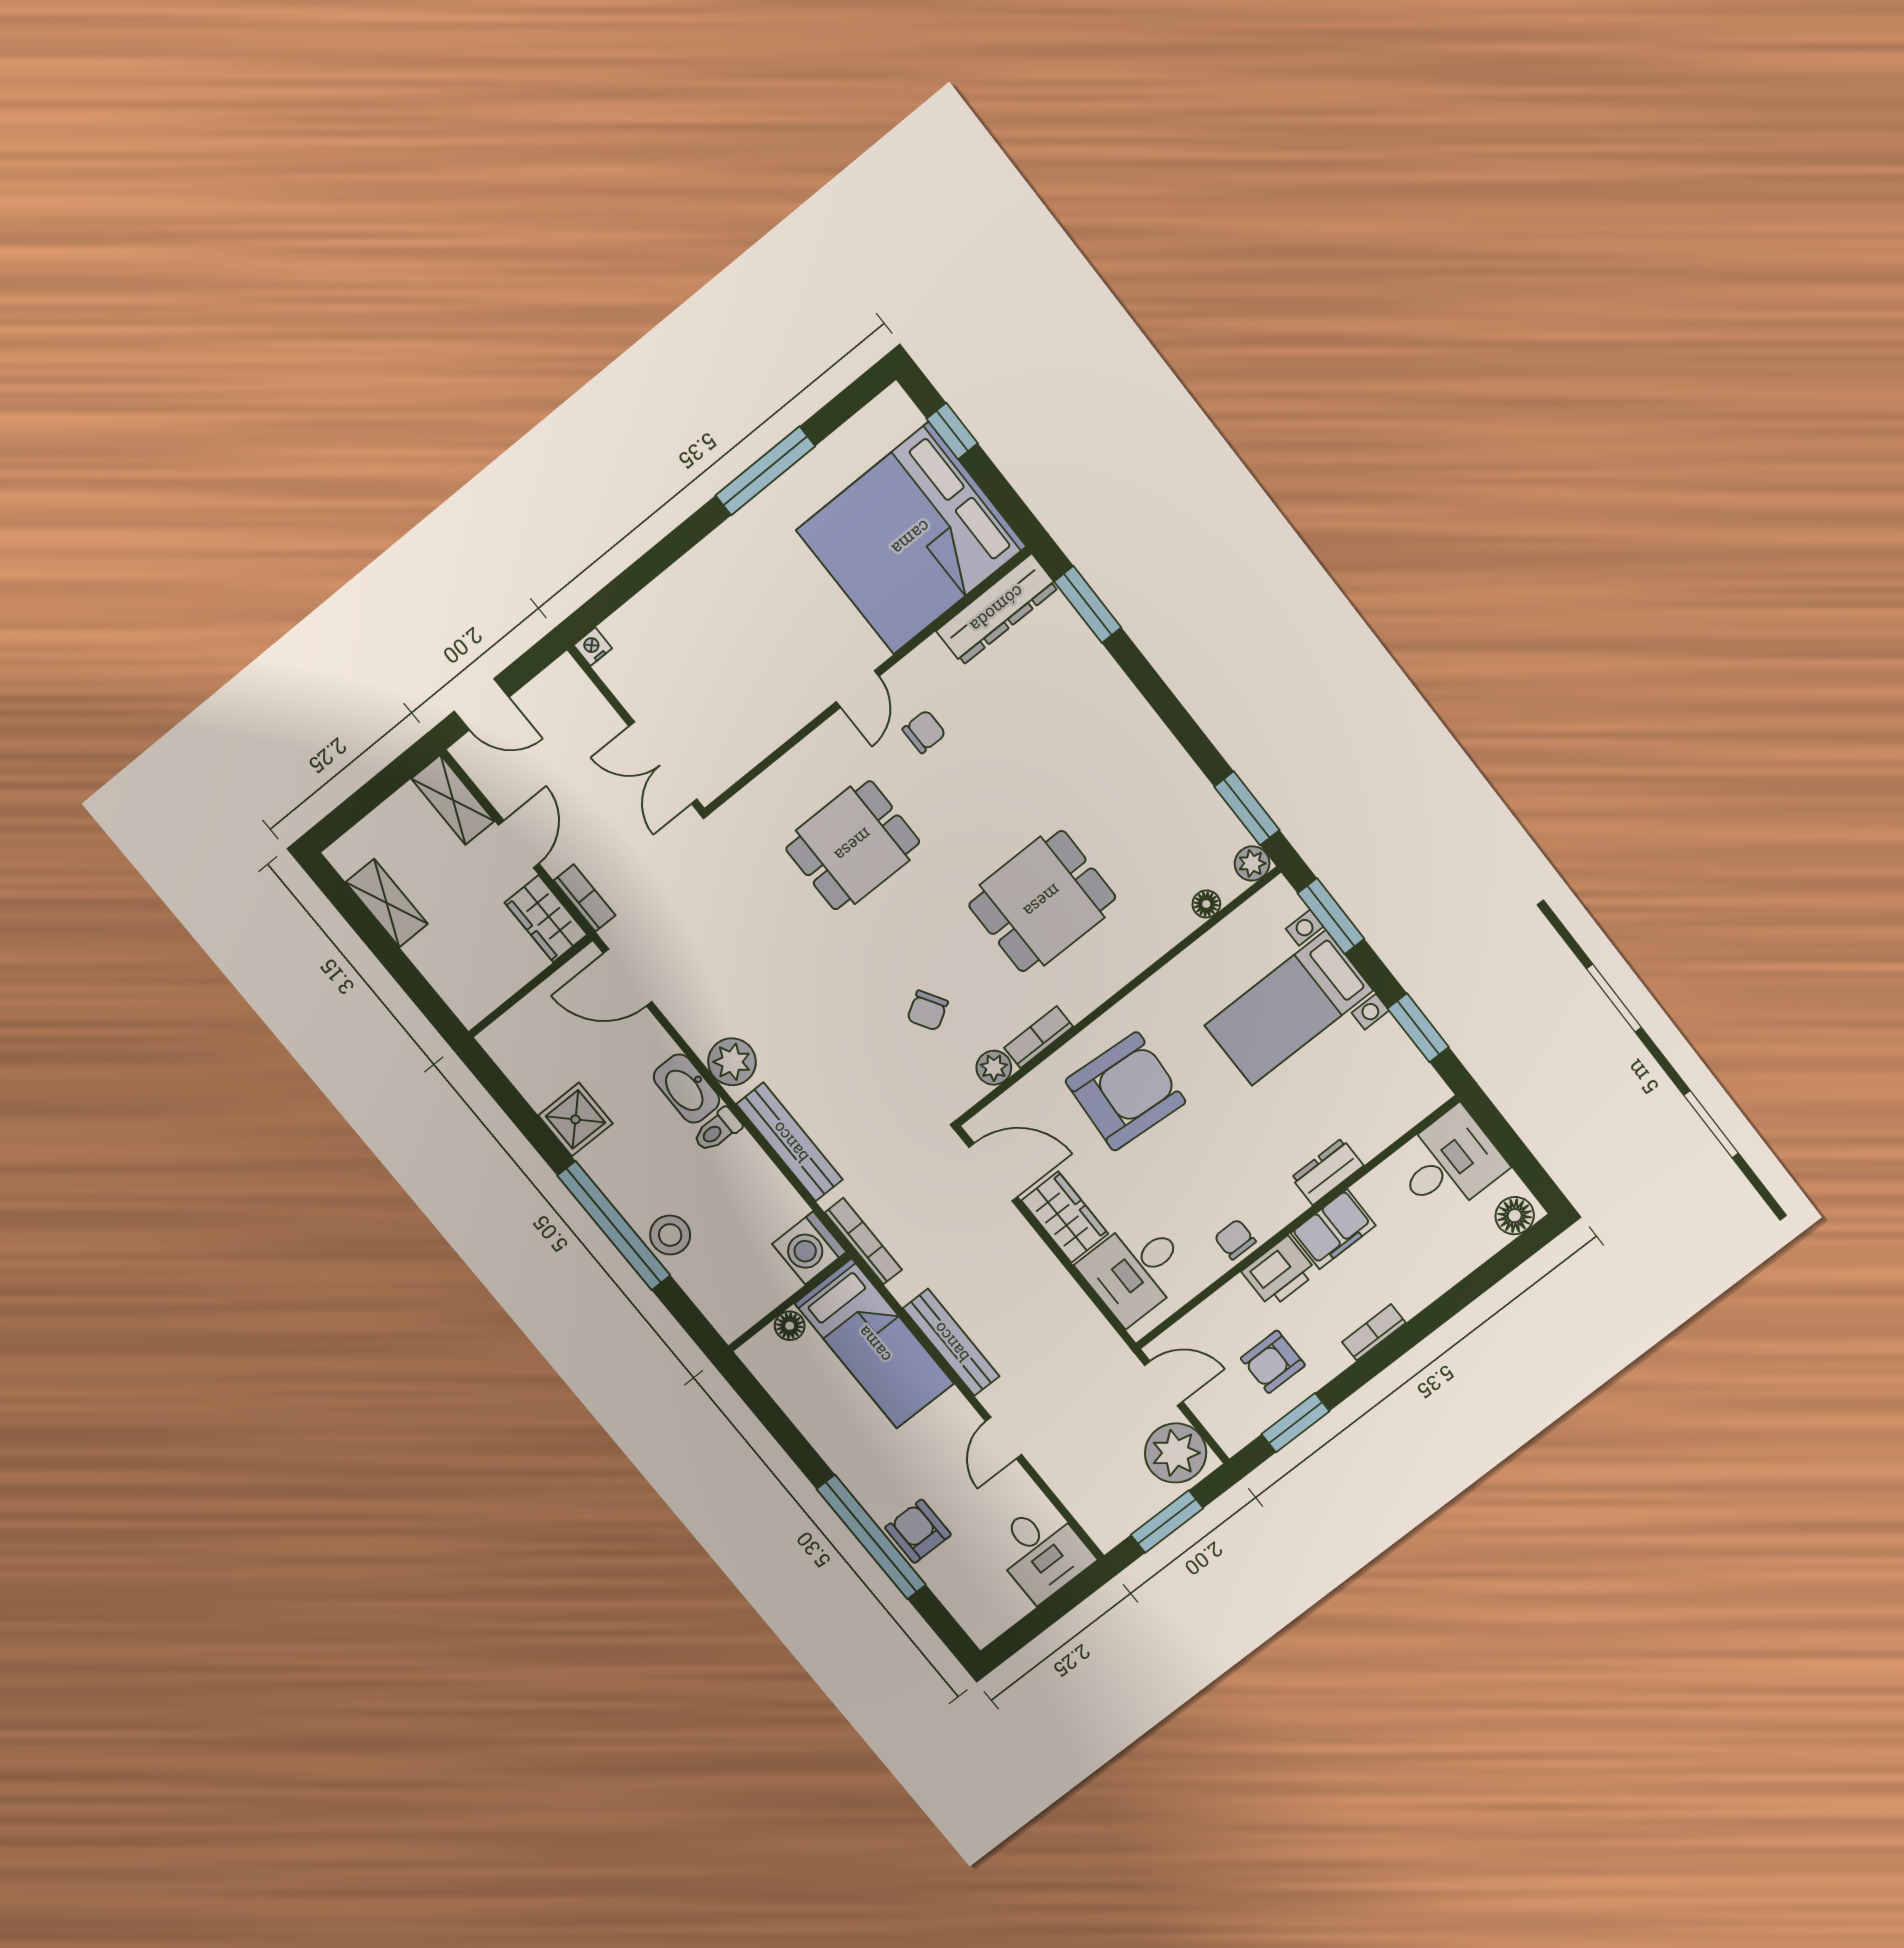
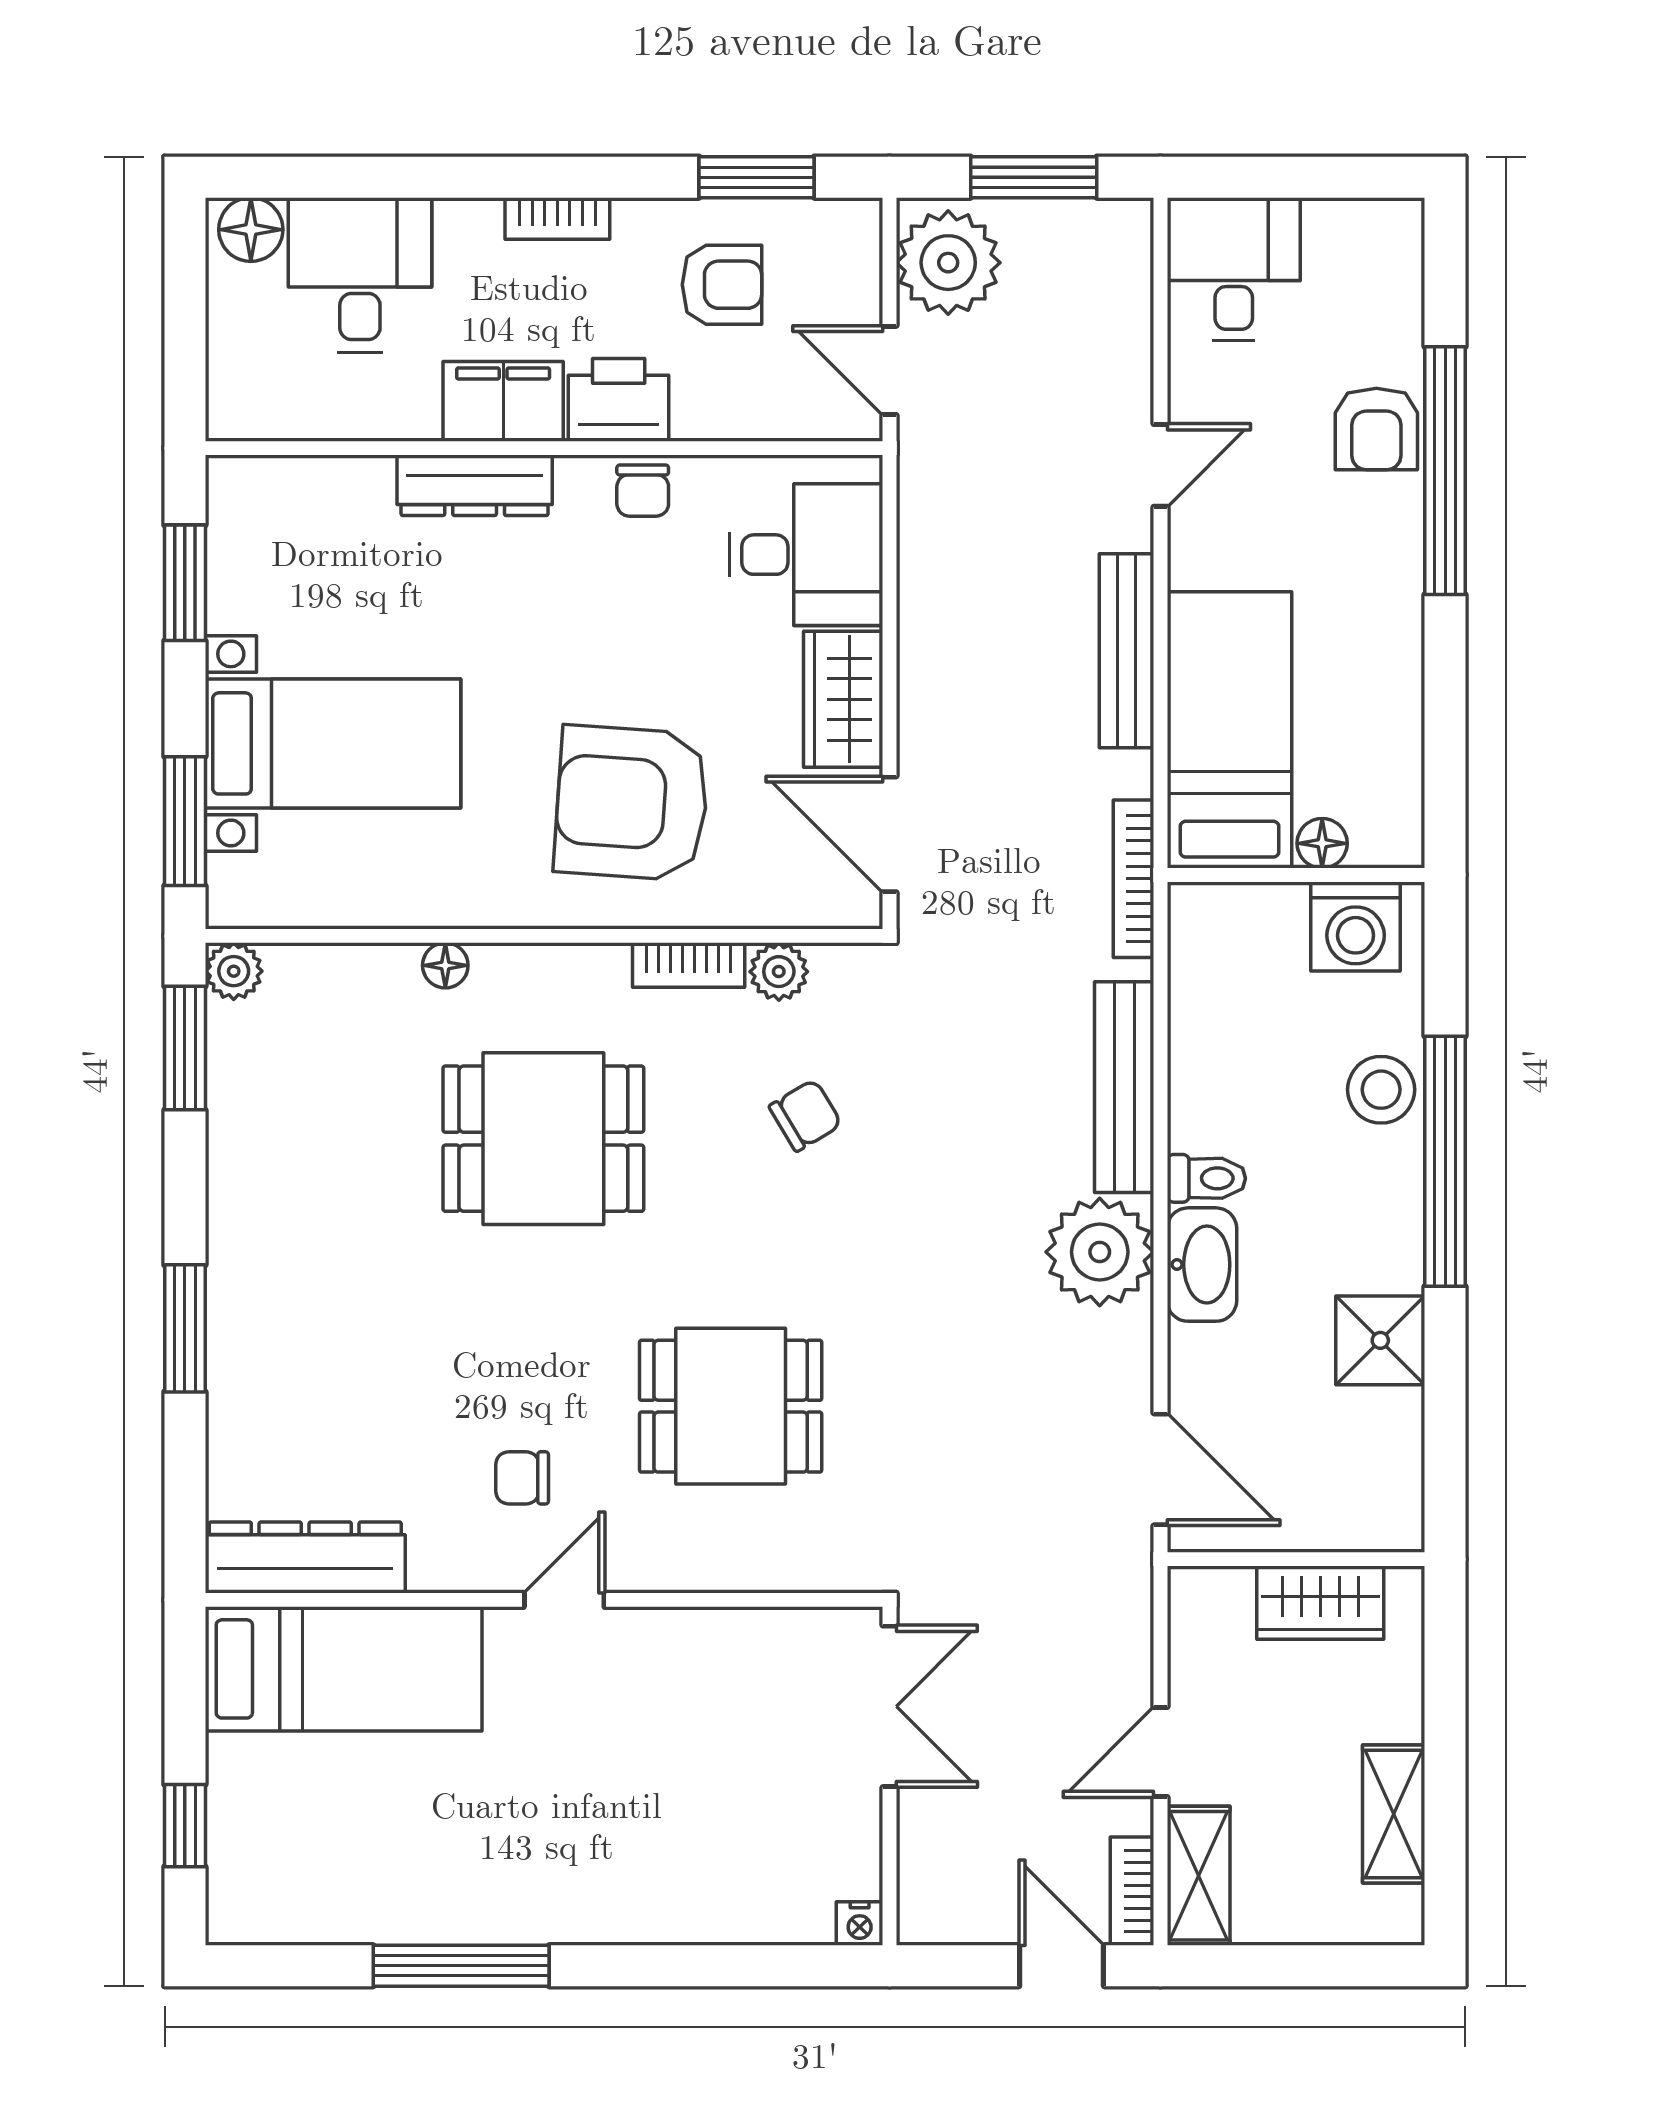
bed: (911, 538) -> (344, 1669), width x0.49
window: (1088, 604) -> (185, 1328), moved
bookcase: (585, 898) -> (1132, 1891), moved
floor lamp: (1206, 904) -> (445, 965), moved
wardrobe: (546, 919) -> (1320, 1603), moved, turned 90
plant: (732, 1062) -> (1100, 1252), width x1.36, depth x1.36
desk: (1449, 1163) -> (360, 275), moved, turned 90
dresser: (1327, 1172) -> (475, 485), width x1.44
washing machine: (809, 1248) -> (1356, 926), moved, turned 90

